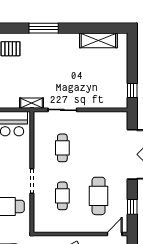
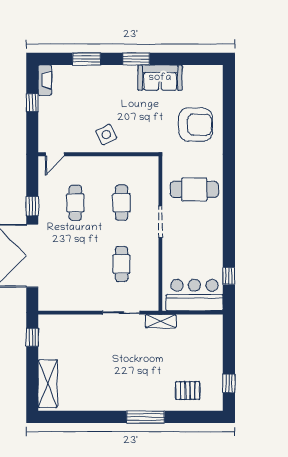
shelving: (98, 40) -> (48, 384), moved, turned 90
cafe table: (99, 196) -> (75, 203), width x0.73, depth x0.74
window: (132, 207) -> (32, 206), moved

